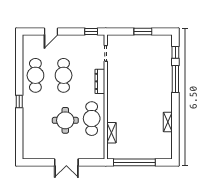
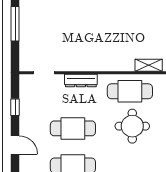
window: (91, 32) -> (15, 107), moved
window: (143, 32) -> (15, 24), width x1.44

